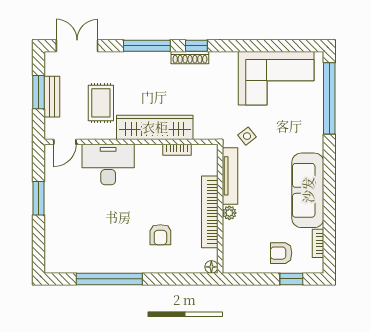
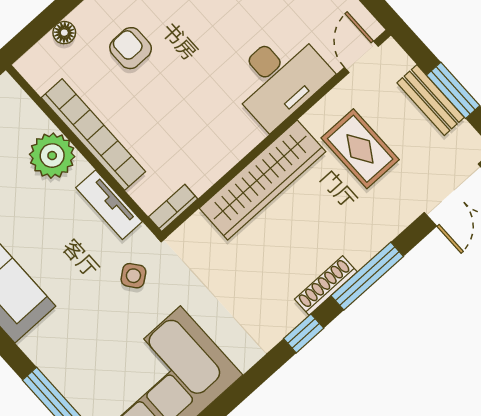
shoe rack: (190, 58) -> (326, 285), moved
bookcase: (177, 150) -> (173, 208), moved
tv unit: (230, 176) -> (109, 205), width x0.71
plant: (229, 213) -> (52, 156), width x1.88, depth x1.88
floor lamp: (211, 267) -> (64, 33), moved

